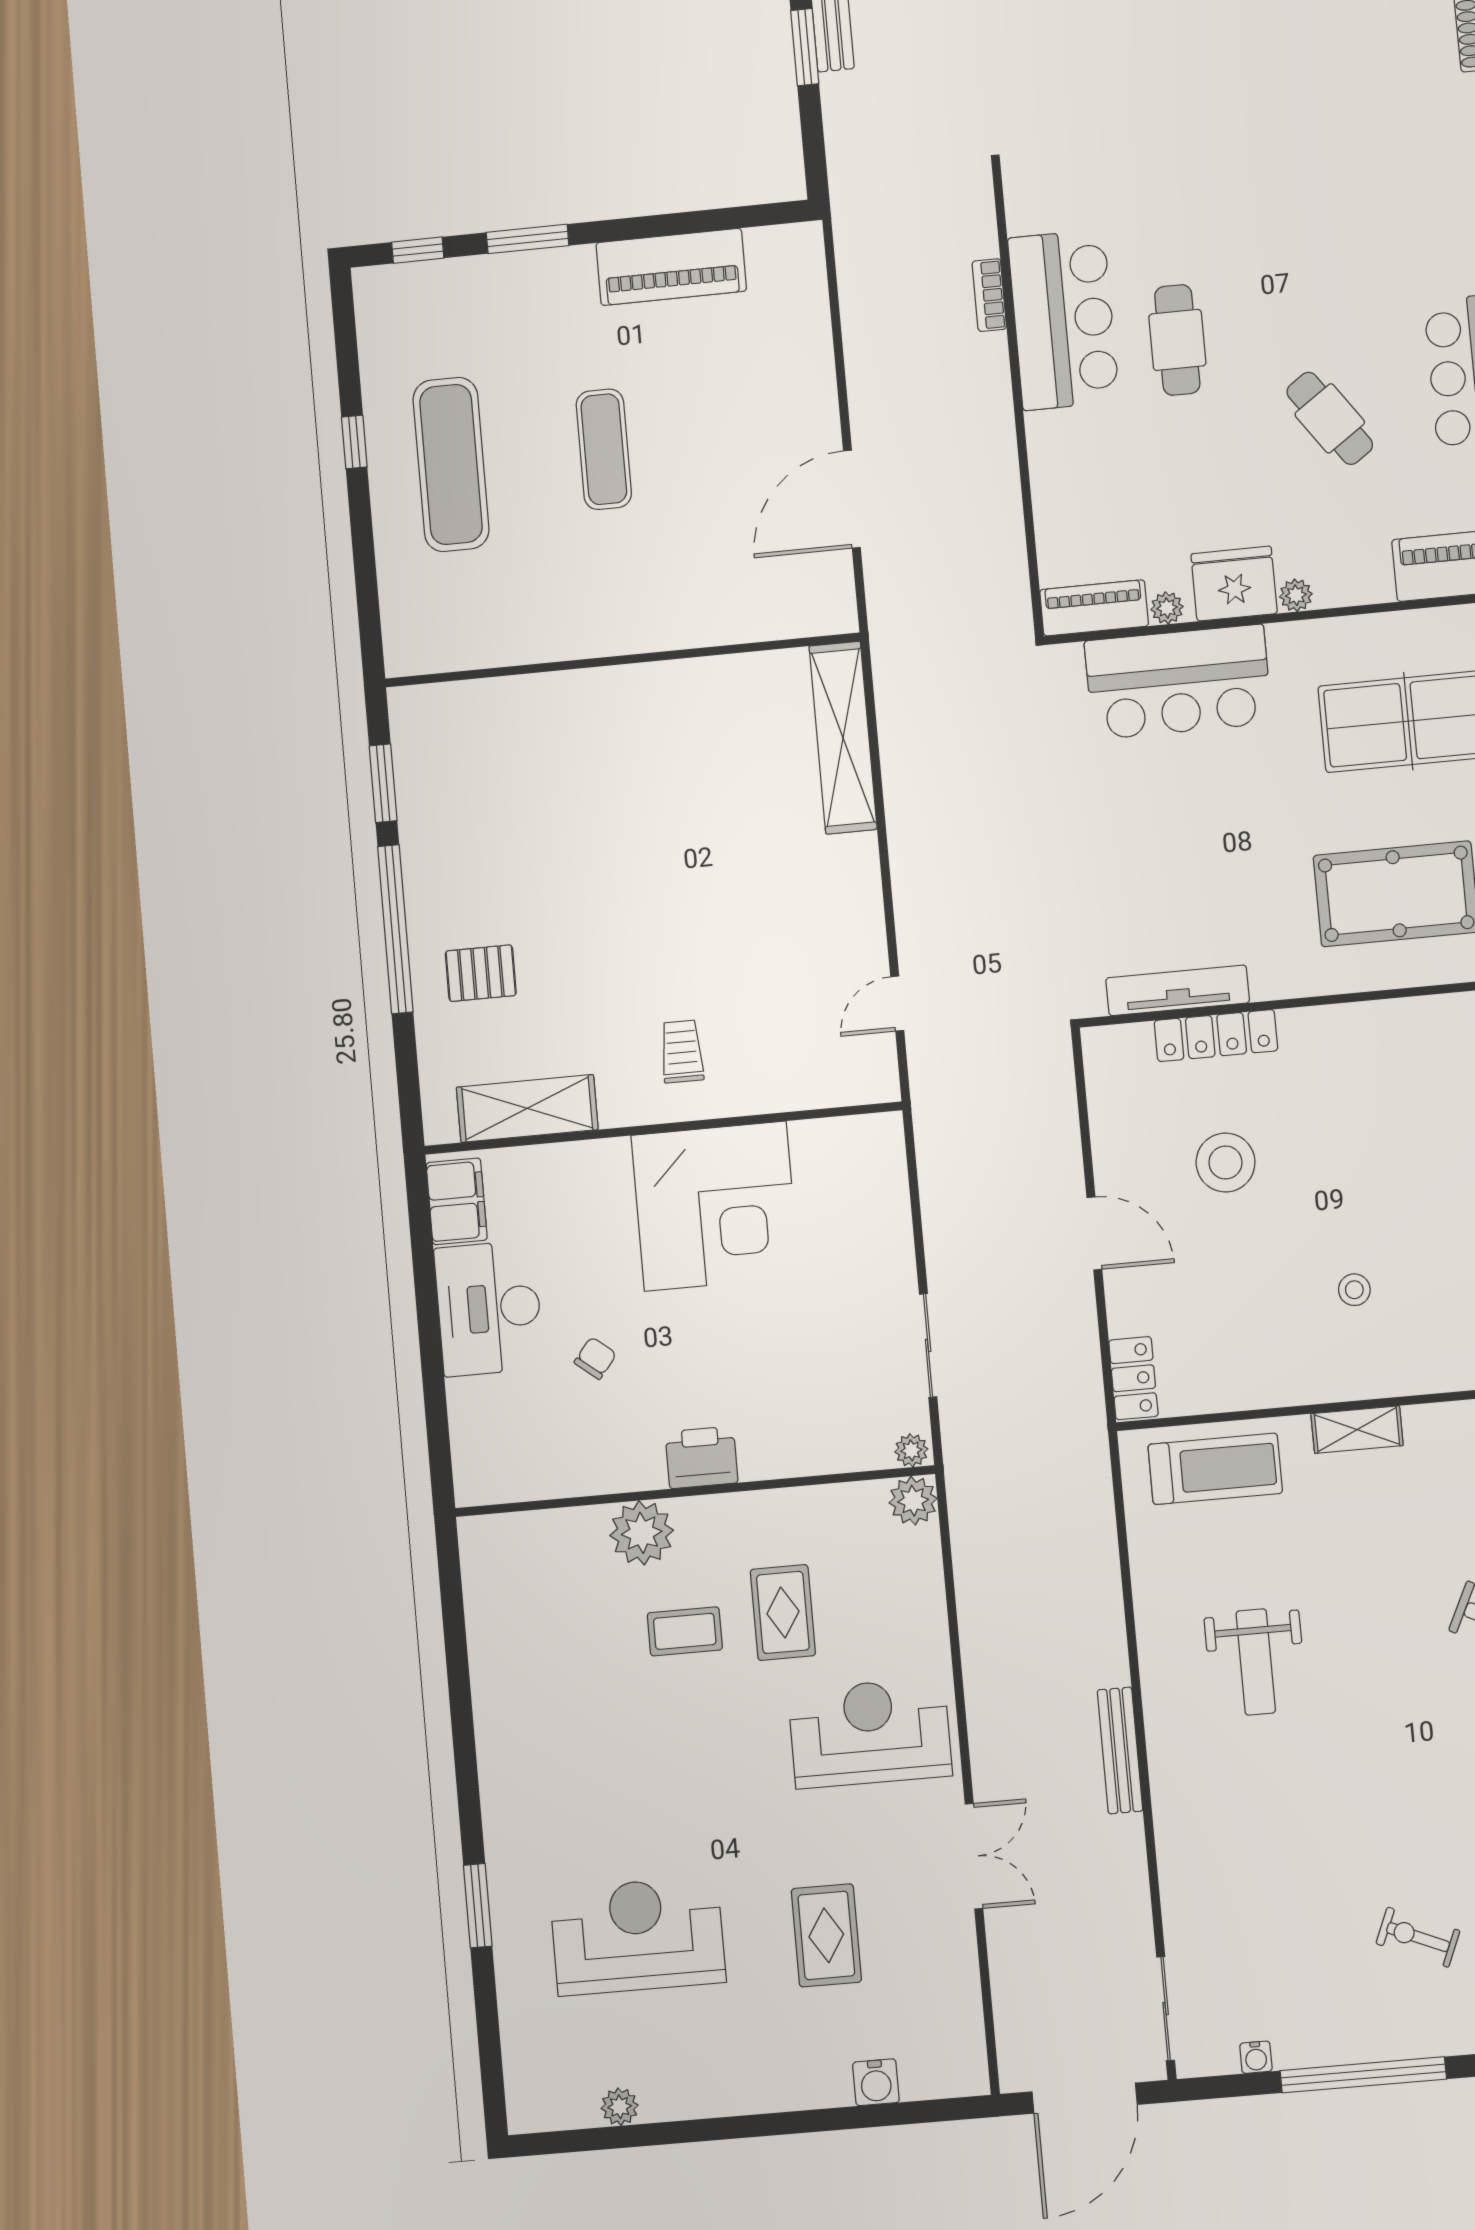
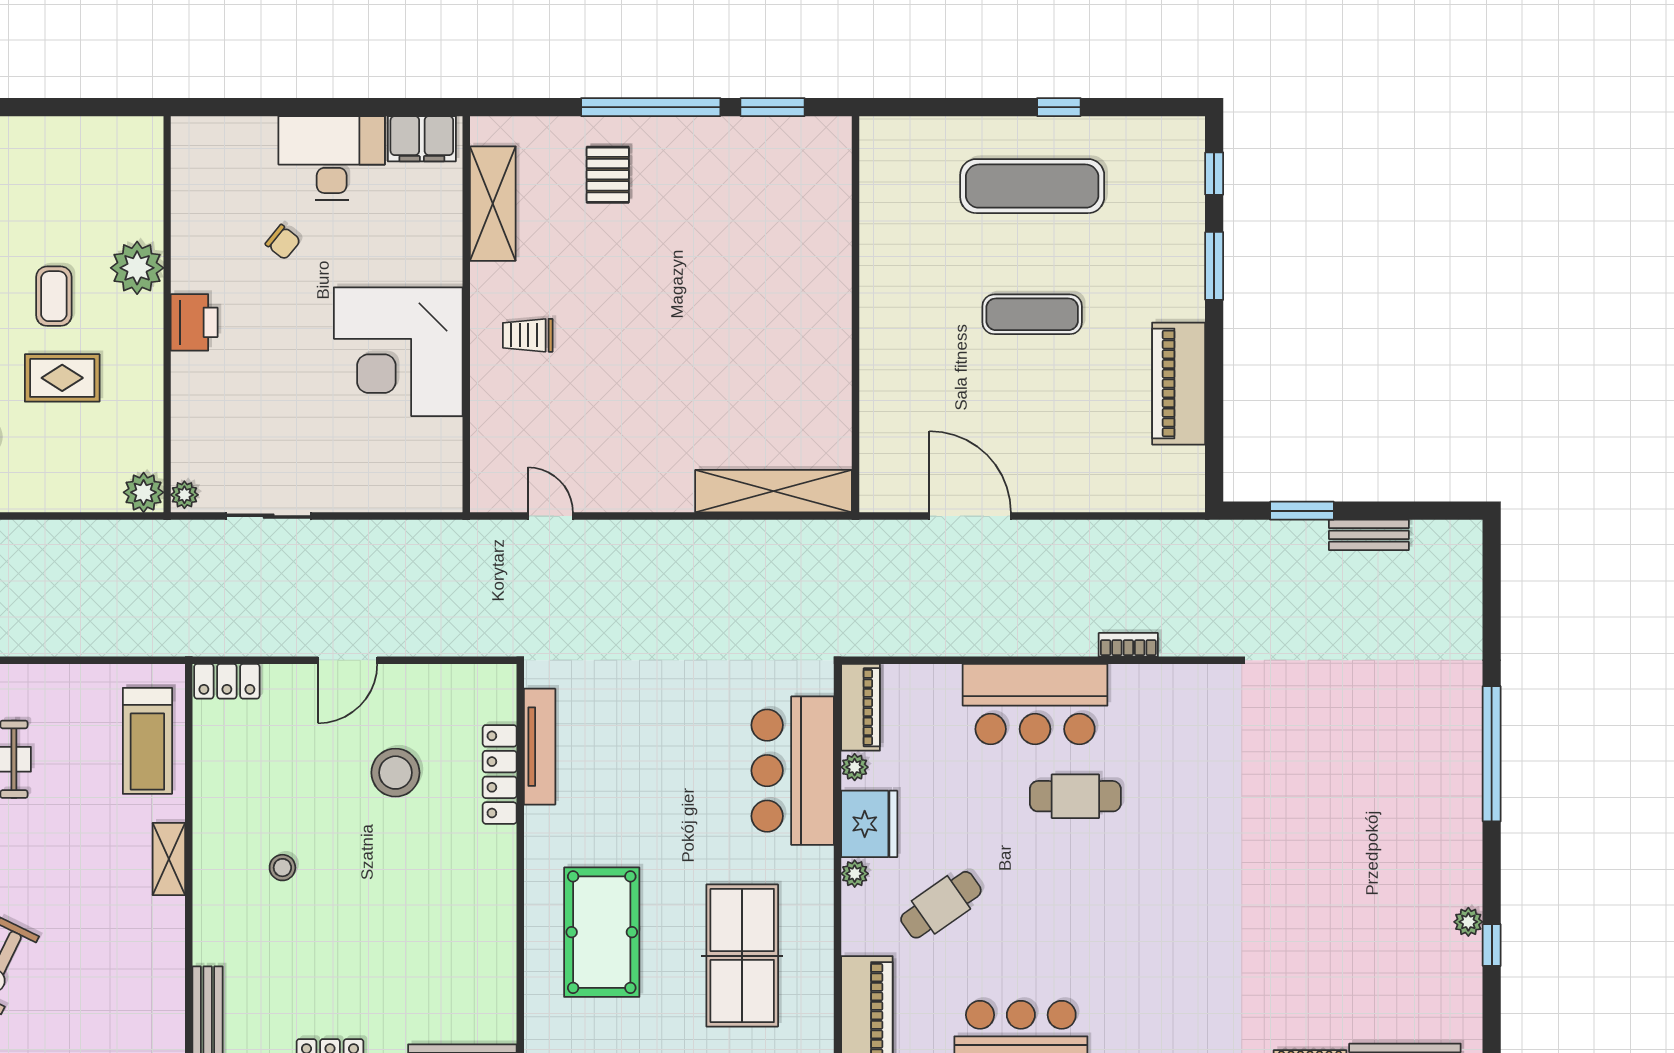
window: (805, 47) -> (1302, 511), moved
bar counter: (1063, 320) -> (1035, 704), moved
cafe table: (1330, 418) -> (941, 905), moved
trolley: (682, 1051) -> (528, 335), turned 180

